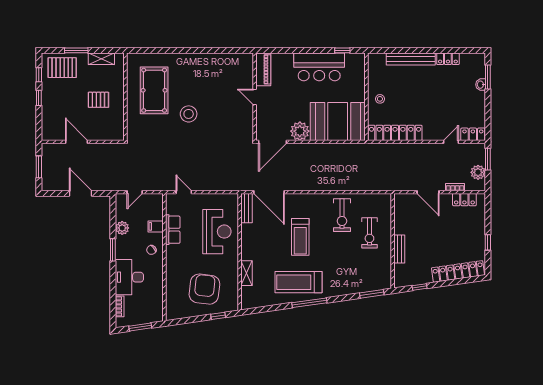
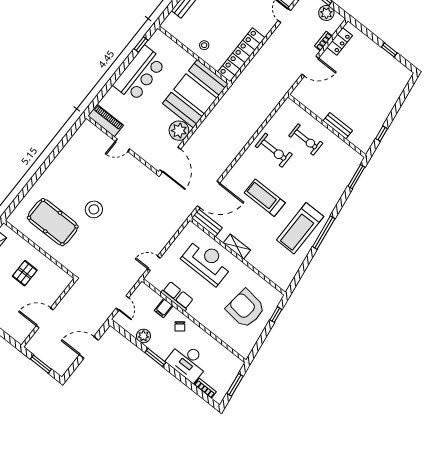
treadmill: (300, 237) -> (265, 198), turned 180
locker: (458, 271) -> (394, 93), removed
shelving: (247, 273) -> (237, 246), moved

